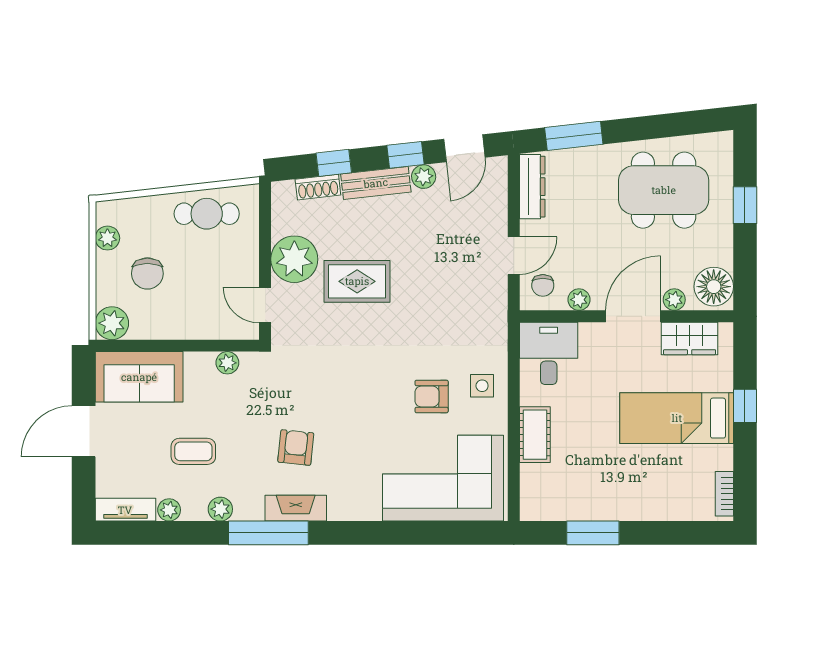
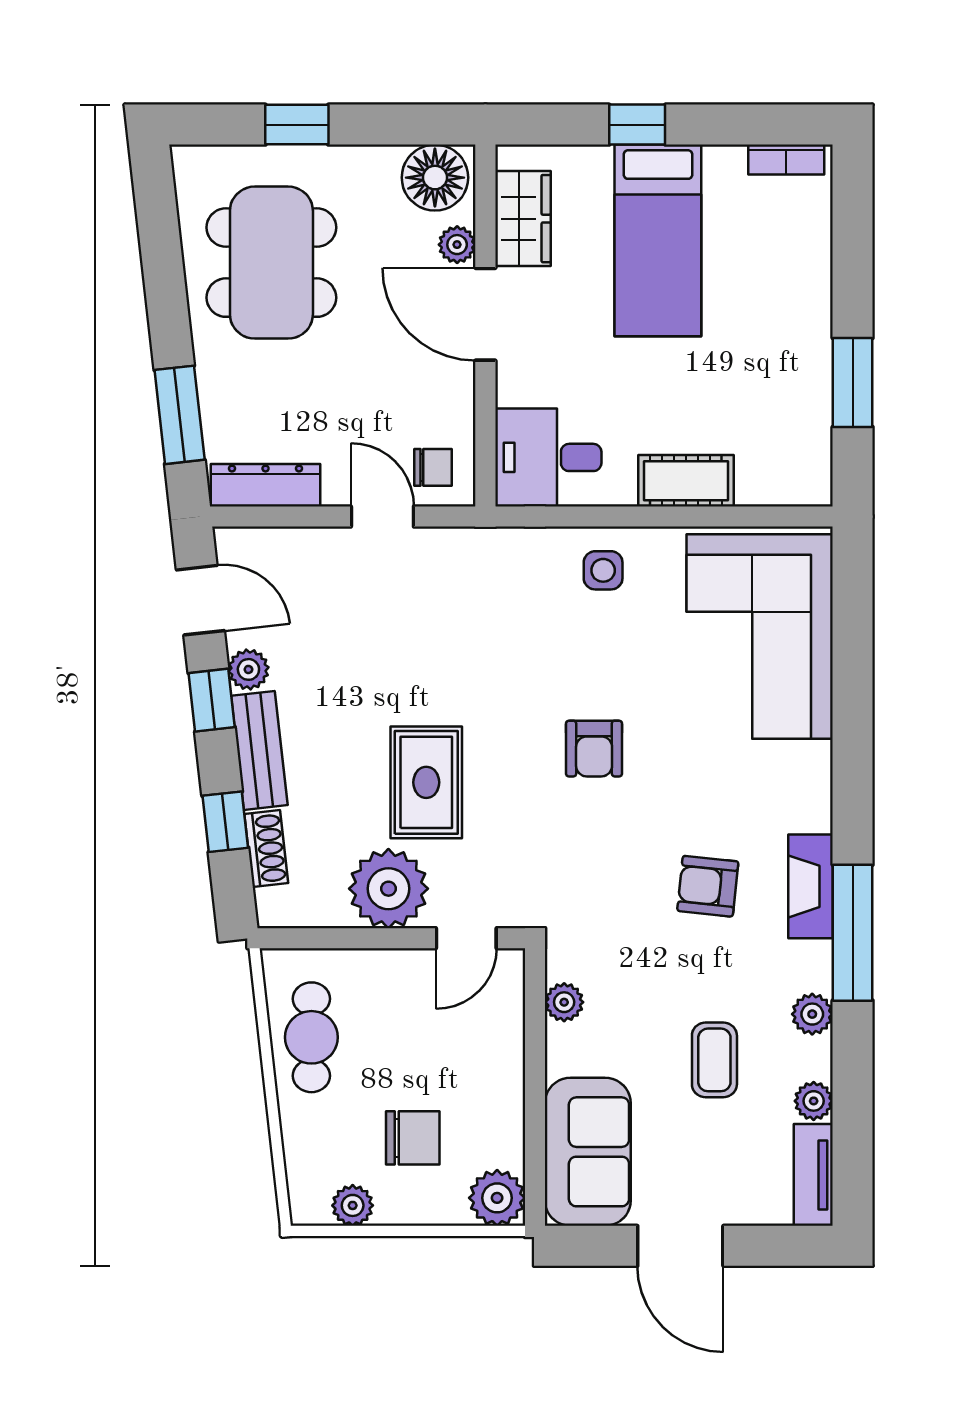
plant: (579, 300) -> (457, 406), removed
armchair: (432, 396) -> (594, 749), moved

